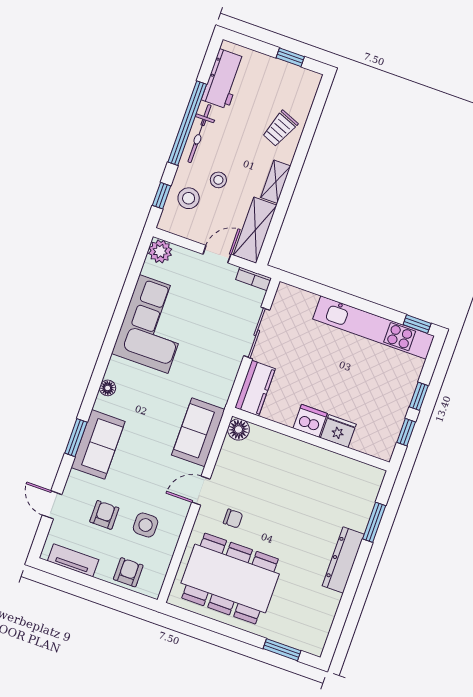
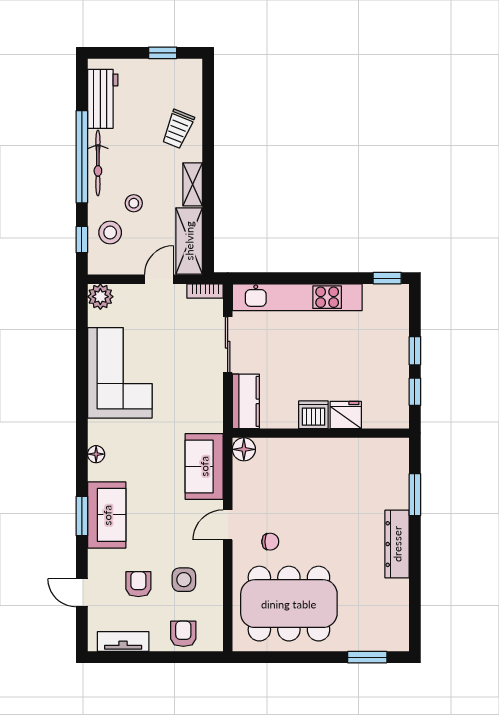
kitchen unit: (374, 327) -> (297, 297), moved

